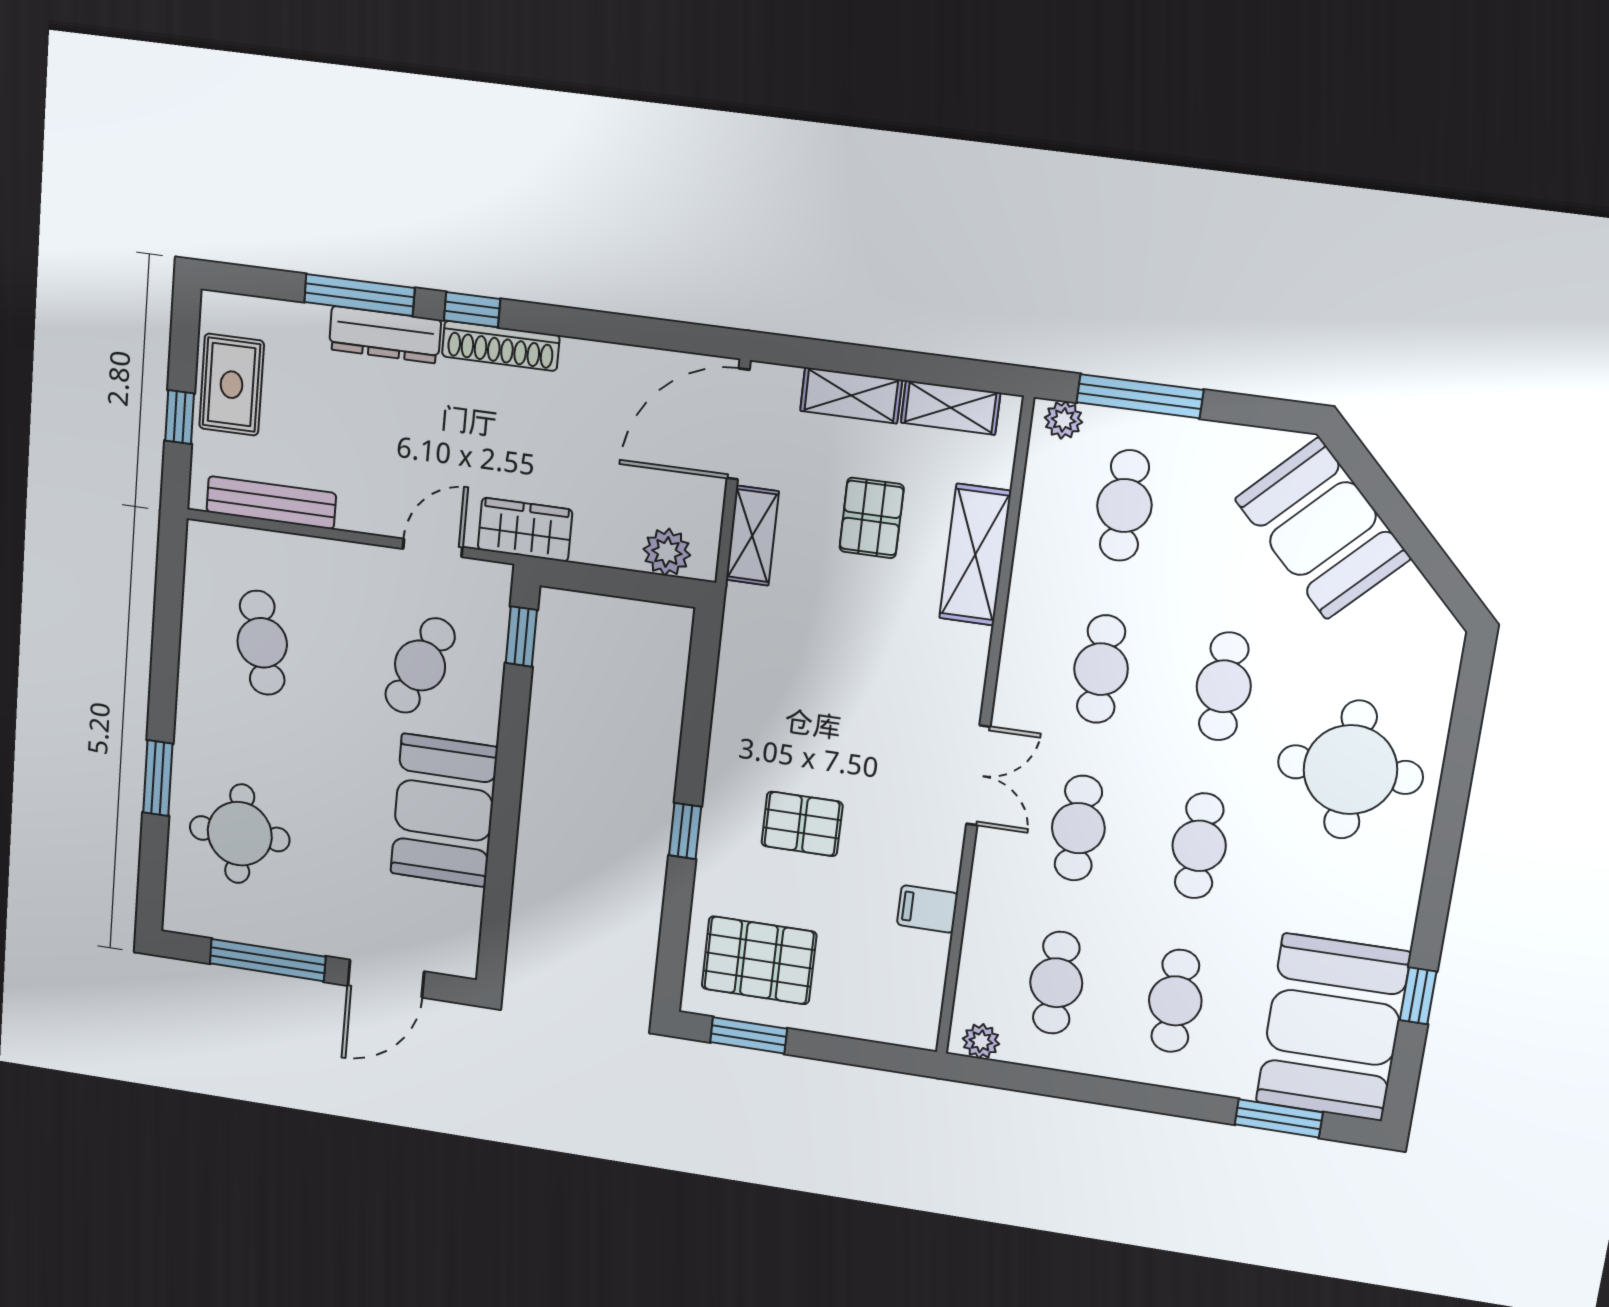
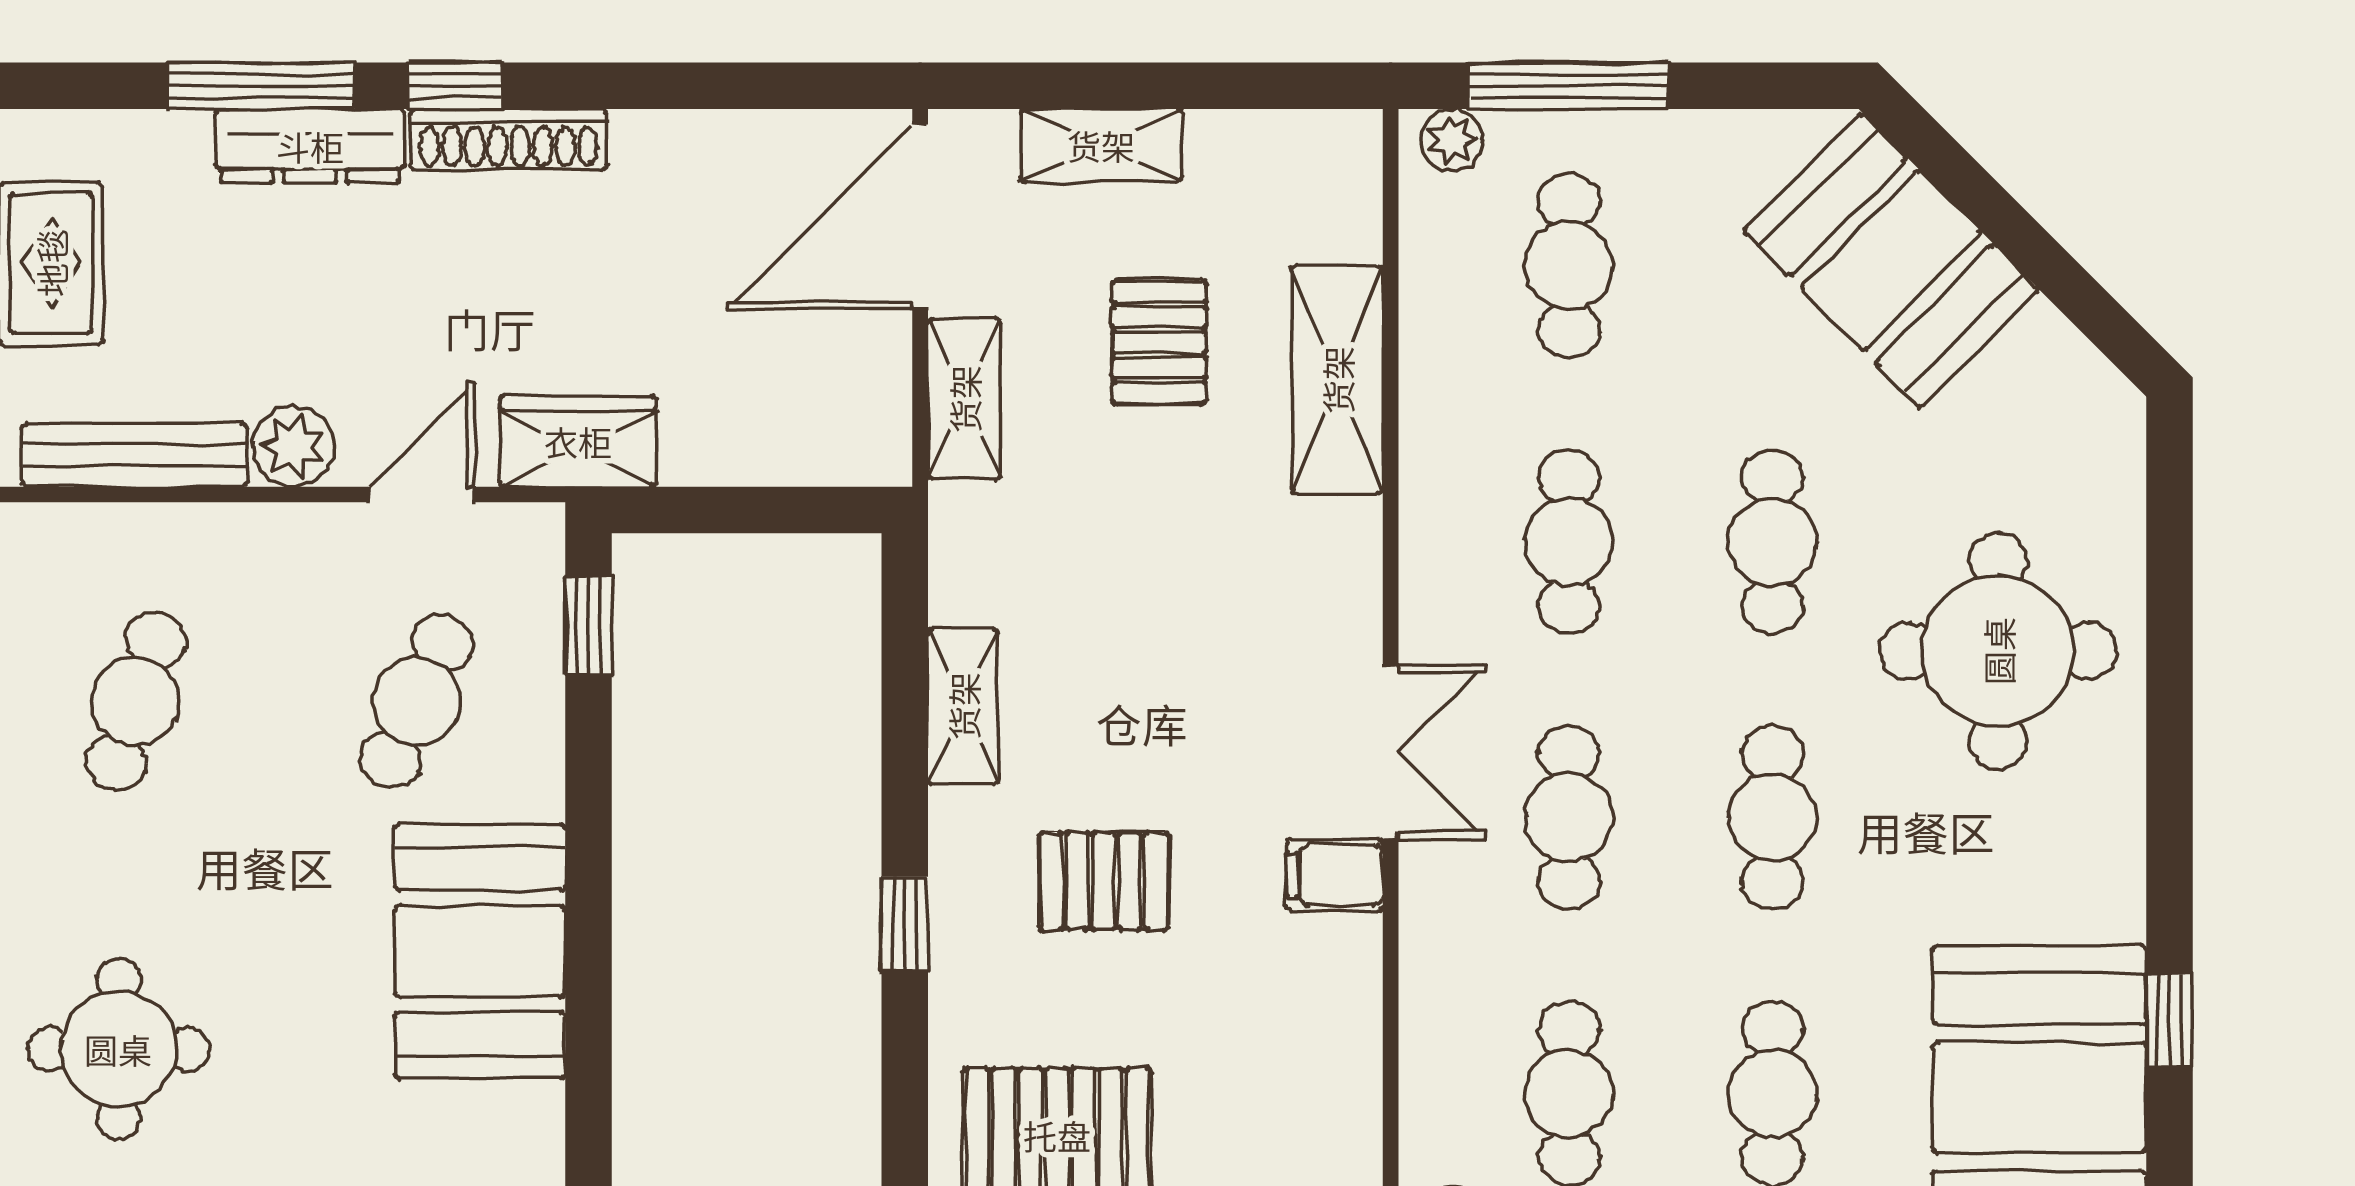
shelving: (951, 408) -> (963, 706), moved, turned 90
plant: (667, 552) -> (293, 446), moved
cafe table: (262, 643) -> (135, 701), turned 30
filing cabinet: (927, 909) -> (1335, 875), moved

